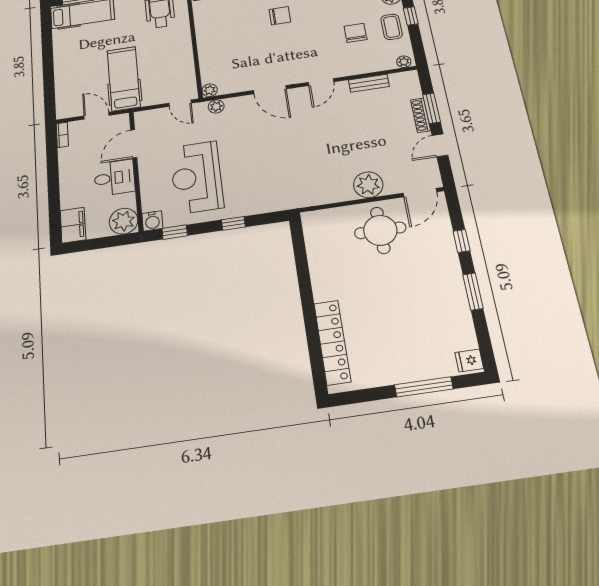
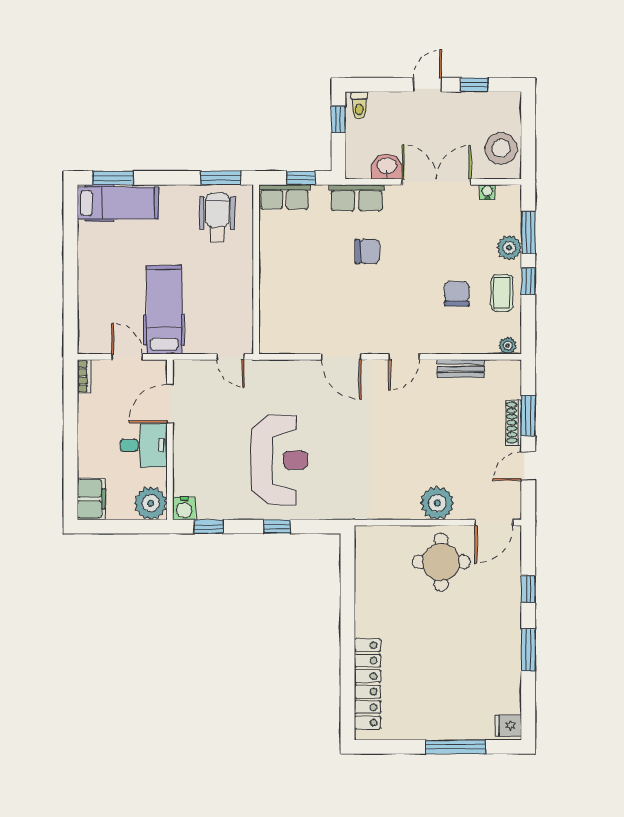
plant: (210, 90) -> (268, 345), removed
plant: (216, 106) -> (274, 369), removed
reception desk: (197, 177) -> (279, 460), moved, turned 180

